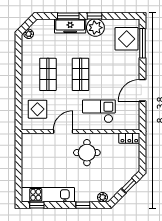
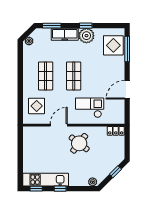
window: (68, 16) -> (52, 26), moved
round table: (87, 153) -> (79, 143), turned 38
window: (83, 205) -> (60, 189), moved

